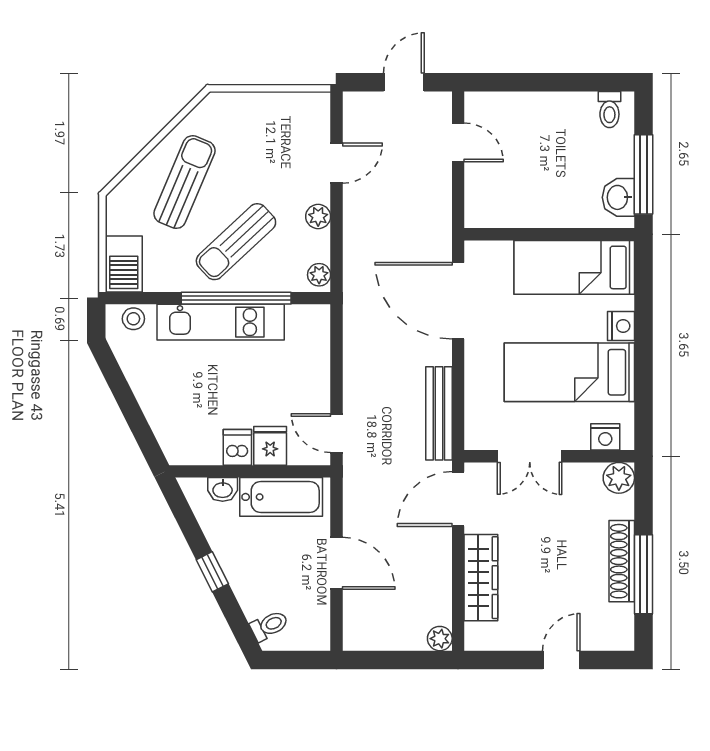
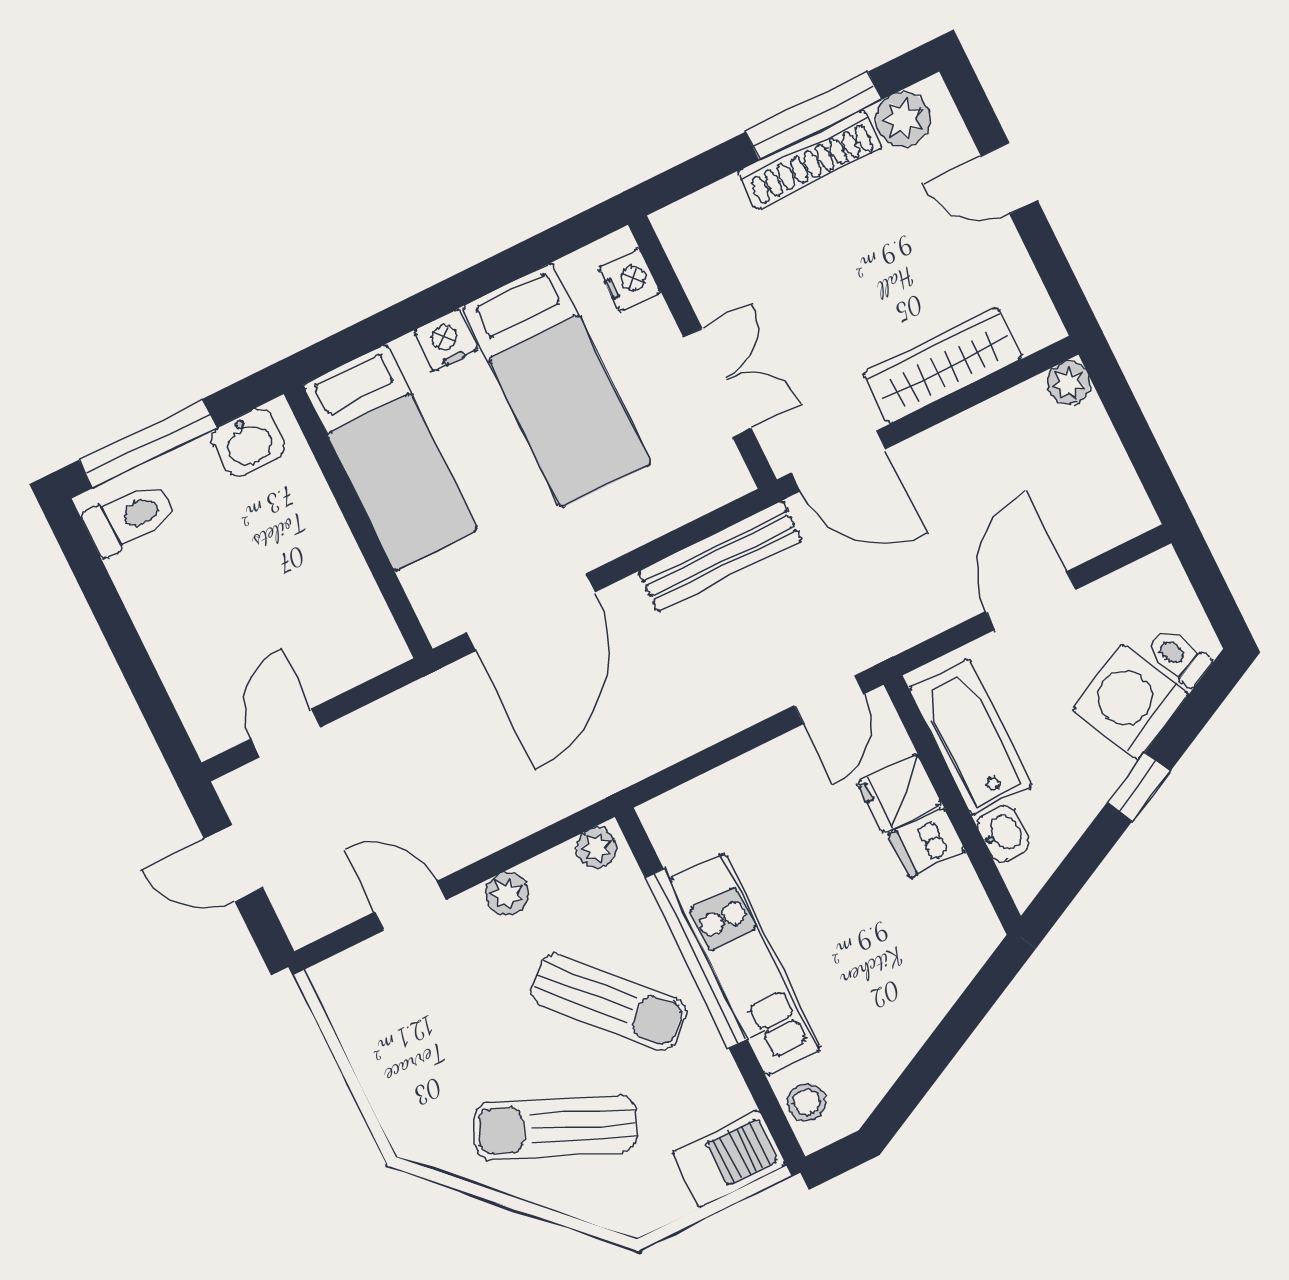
toilet: (609, 110) -> (130, 518), width x1.37, depth x1.39
window: (644, 174) -> (148, 443), moved
plant: (619, 478) -> (903, 119), moved
washing machine: (258, 589) -> (1130, 702), added

